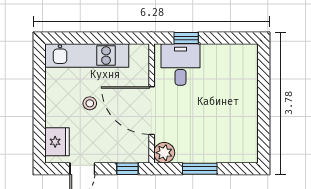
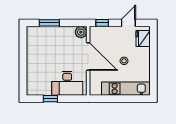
window: (186, 38) -> (50, 99), moved
desk: (180, 64) -> (67, 83), width x1.37
window: (200, 169) -> (49, 23), moved

